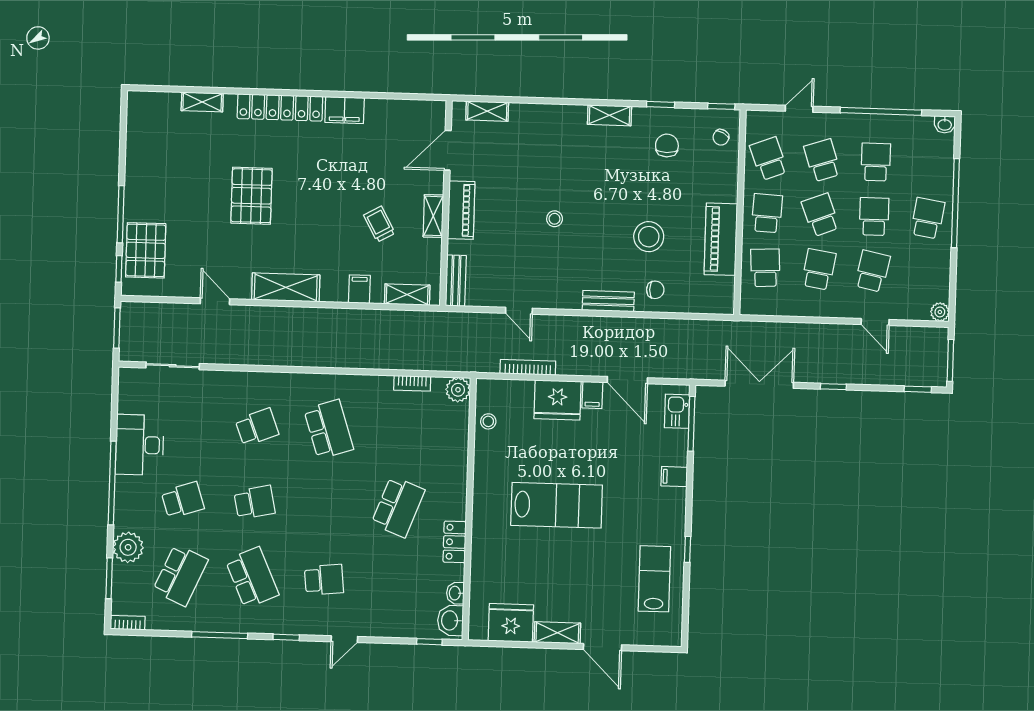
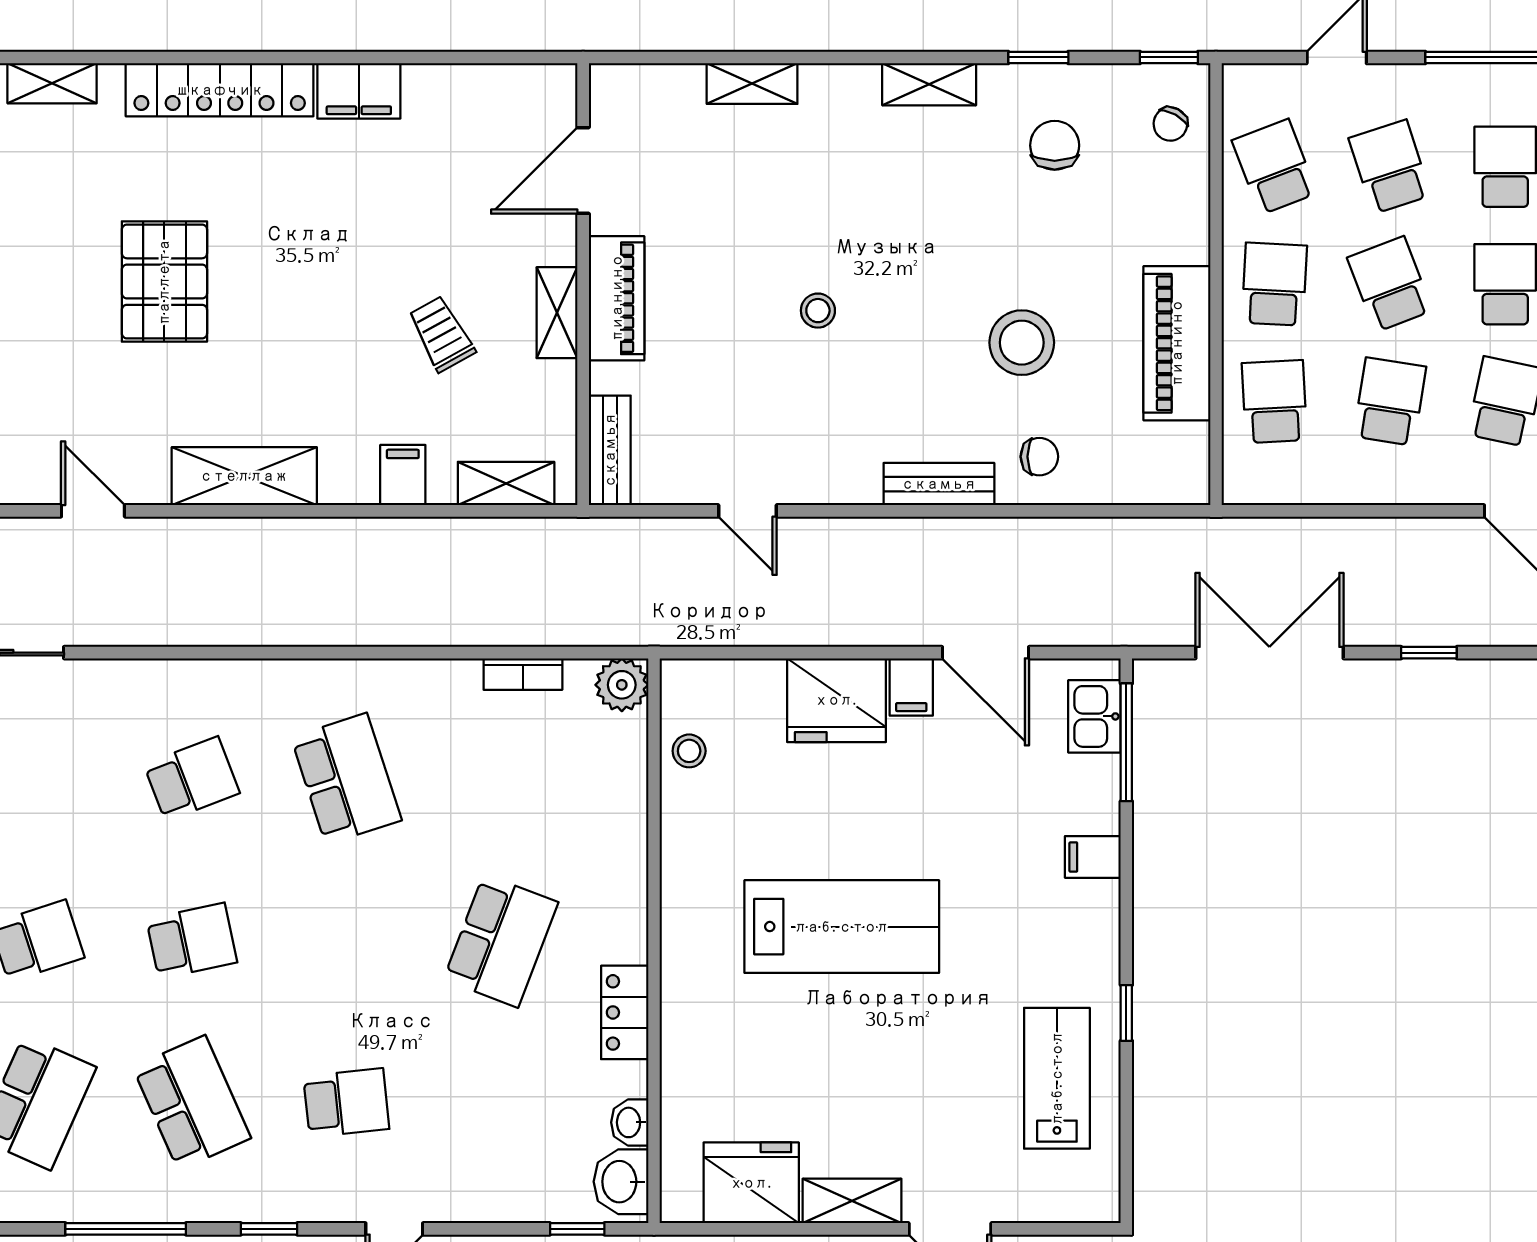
shelving: (487, 111) -> (752, 84), moved
bookcase: (528, 367) -> (771, 632), removed

